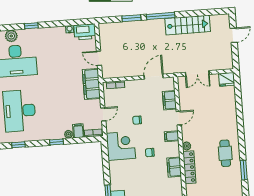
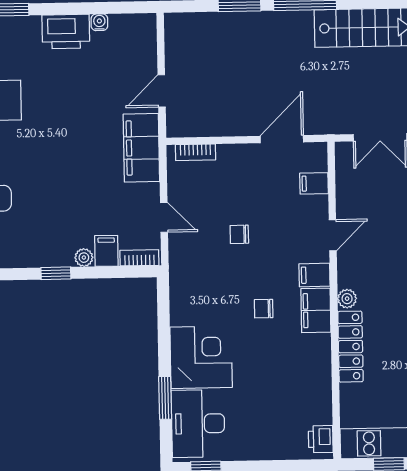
printer: (85, 32) -> (66, 32), moved
door: (99, 58) -> (162, 91), hinge flipped
filing cabinet: (169, 100) -> (314, 183), width x0.50
door: (103, 114) -> (164, 217), hinge flipped
corner desk: (121, 146) -> (201, 357), moved
filing cabinet: (174, 167) -> (316, 310), moved

